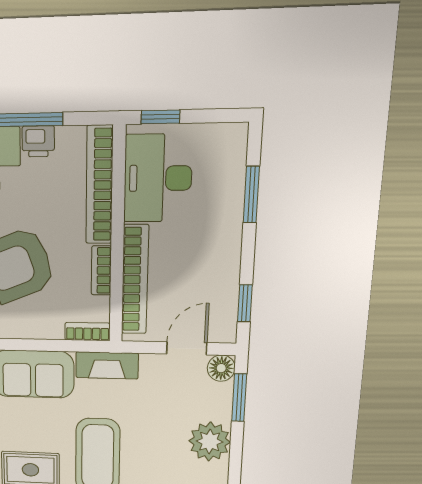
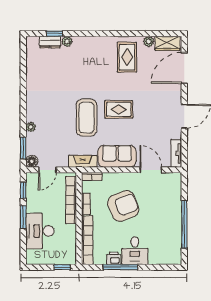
desk: (158, 178) -> (40, 231), moved, turned 180
window: (251, 195) -> (23, 217), moved
plant: (210, 442) -> (31, 127), width x0.53, depth x0.53

